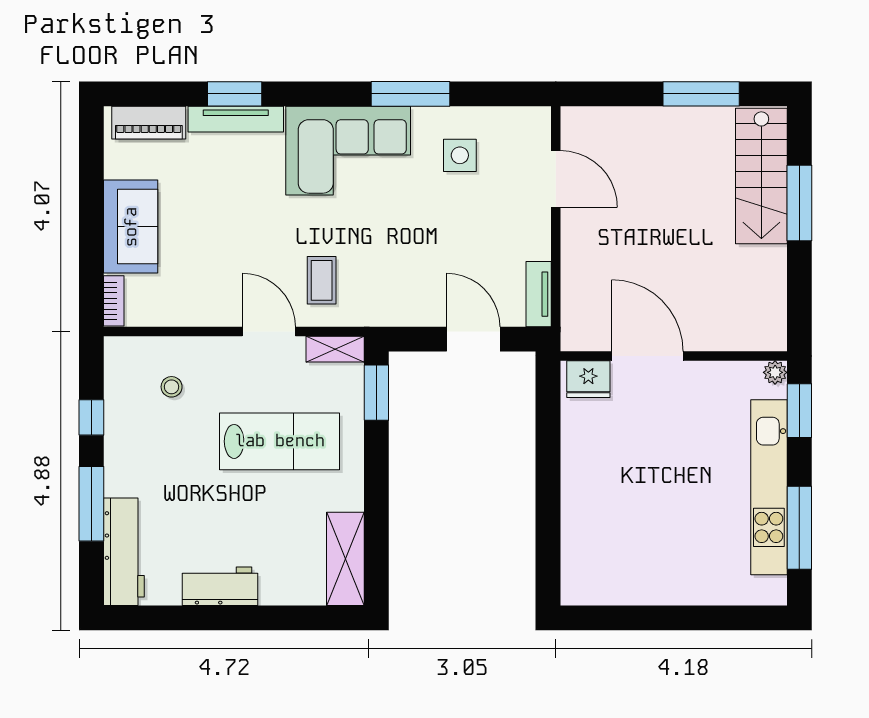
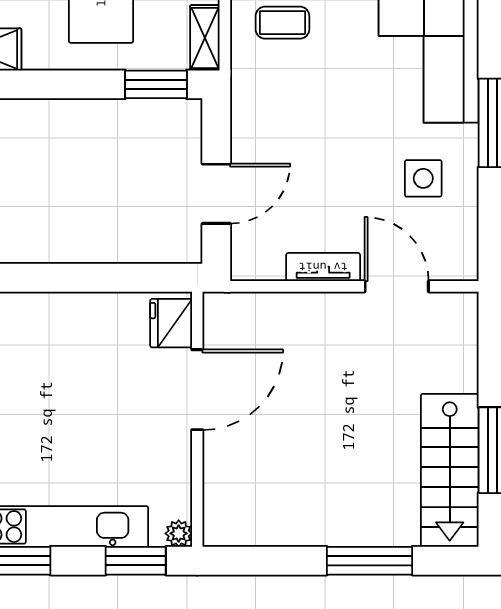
stairs: (761, 176) -> (450, 470), moved, turned -90
door: (556, 179) -> (397, 286), swing flipped
tv unit: (539, 294) -> (323, 267), moved

